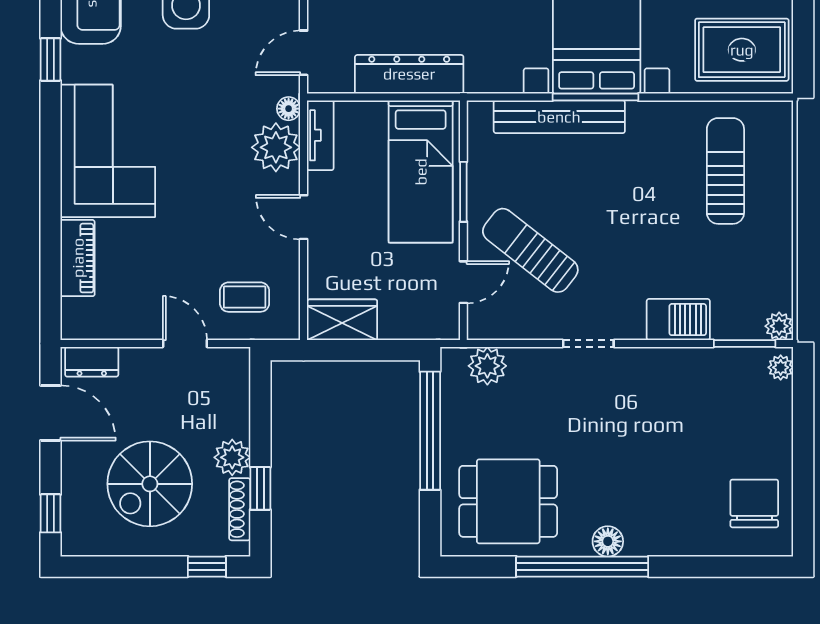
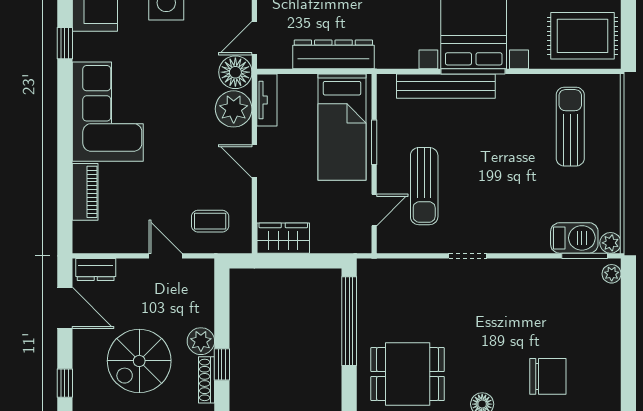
floor lamp: (289, 109) -> (235, 72), width x1.89, depth x1.89
sun lounger: (530, 250) -> (424, 186), turned -128
barbecue: (678, 320) -> (574, 238), moved
plant: (487, 366) -> (392, 273), removed
chair: (754, 503) -> (548, 376), moved, turned 90

